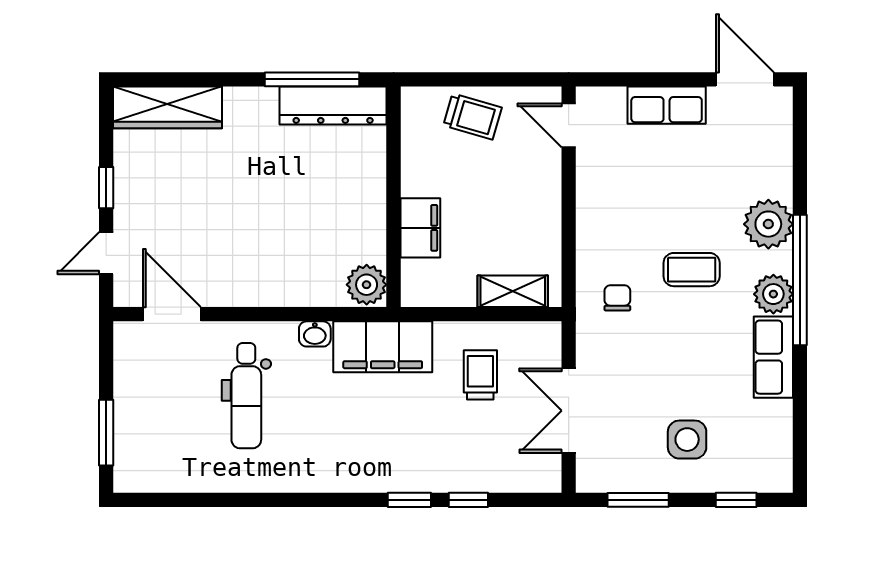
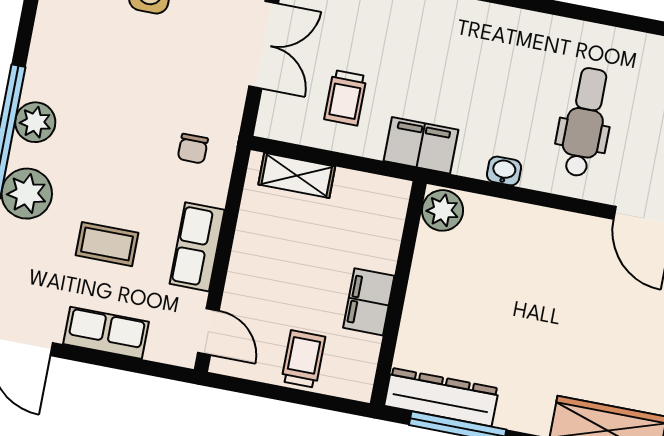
trolley: (473, 117) -> (303, 359), turned 74
filing cabinet: (420, 228) -> (369, 302), moved
coffee table: (692, 270) -> (107, 244), moved
filing cabinet: (383, 347) -> (421, 145), width x0.67, depth x0.86
row of seats: (773, 357) -> (197, 247), moved, turned 180

